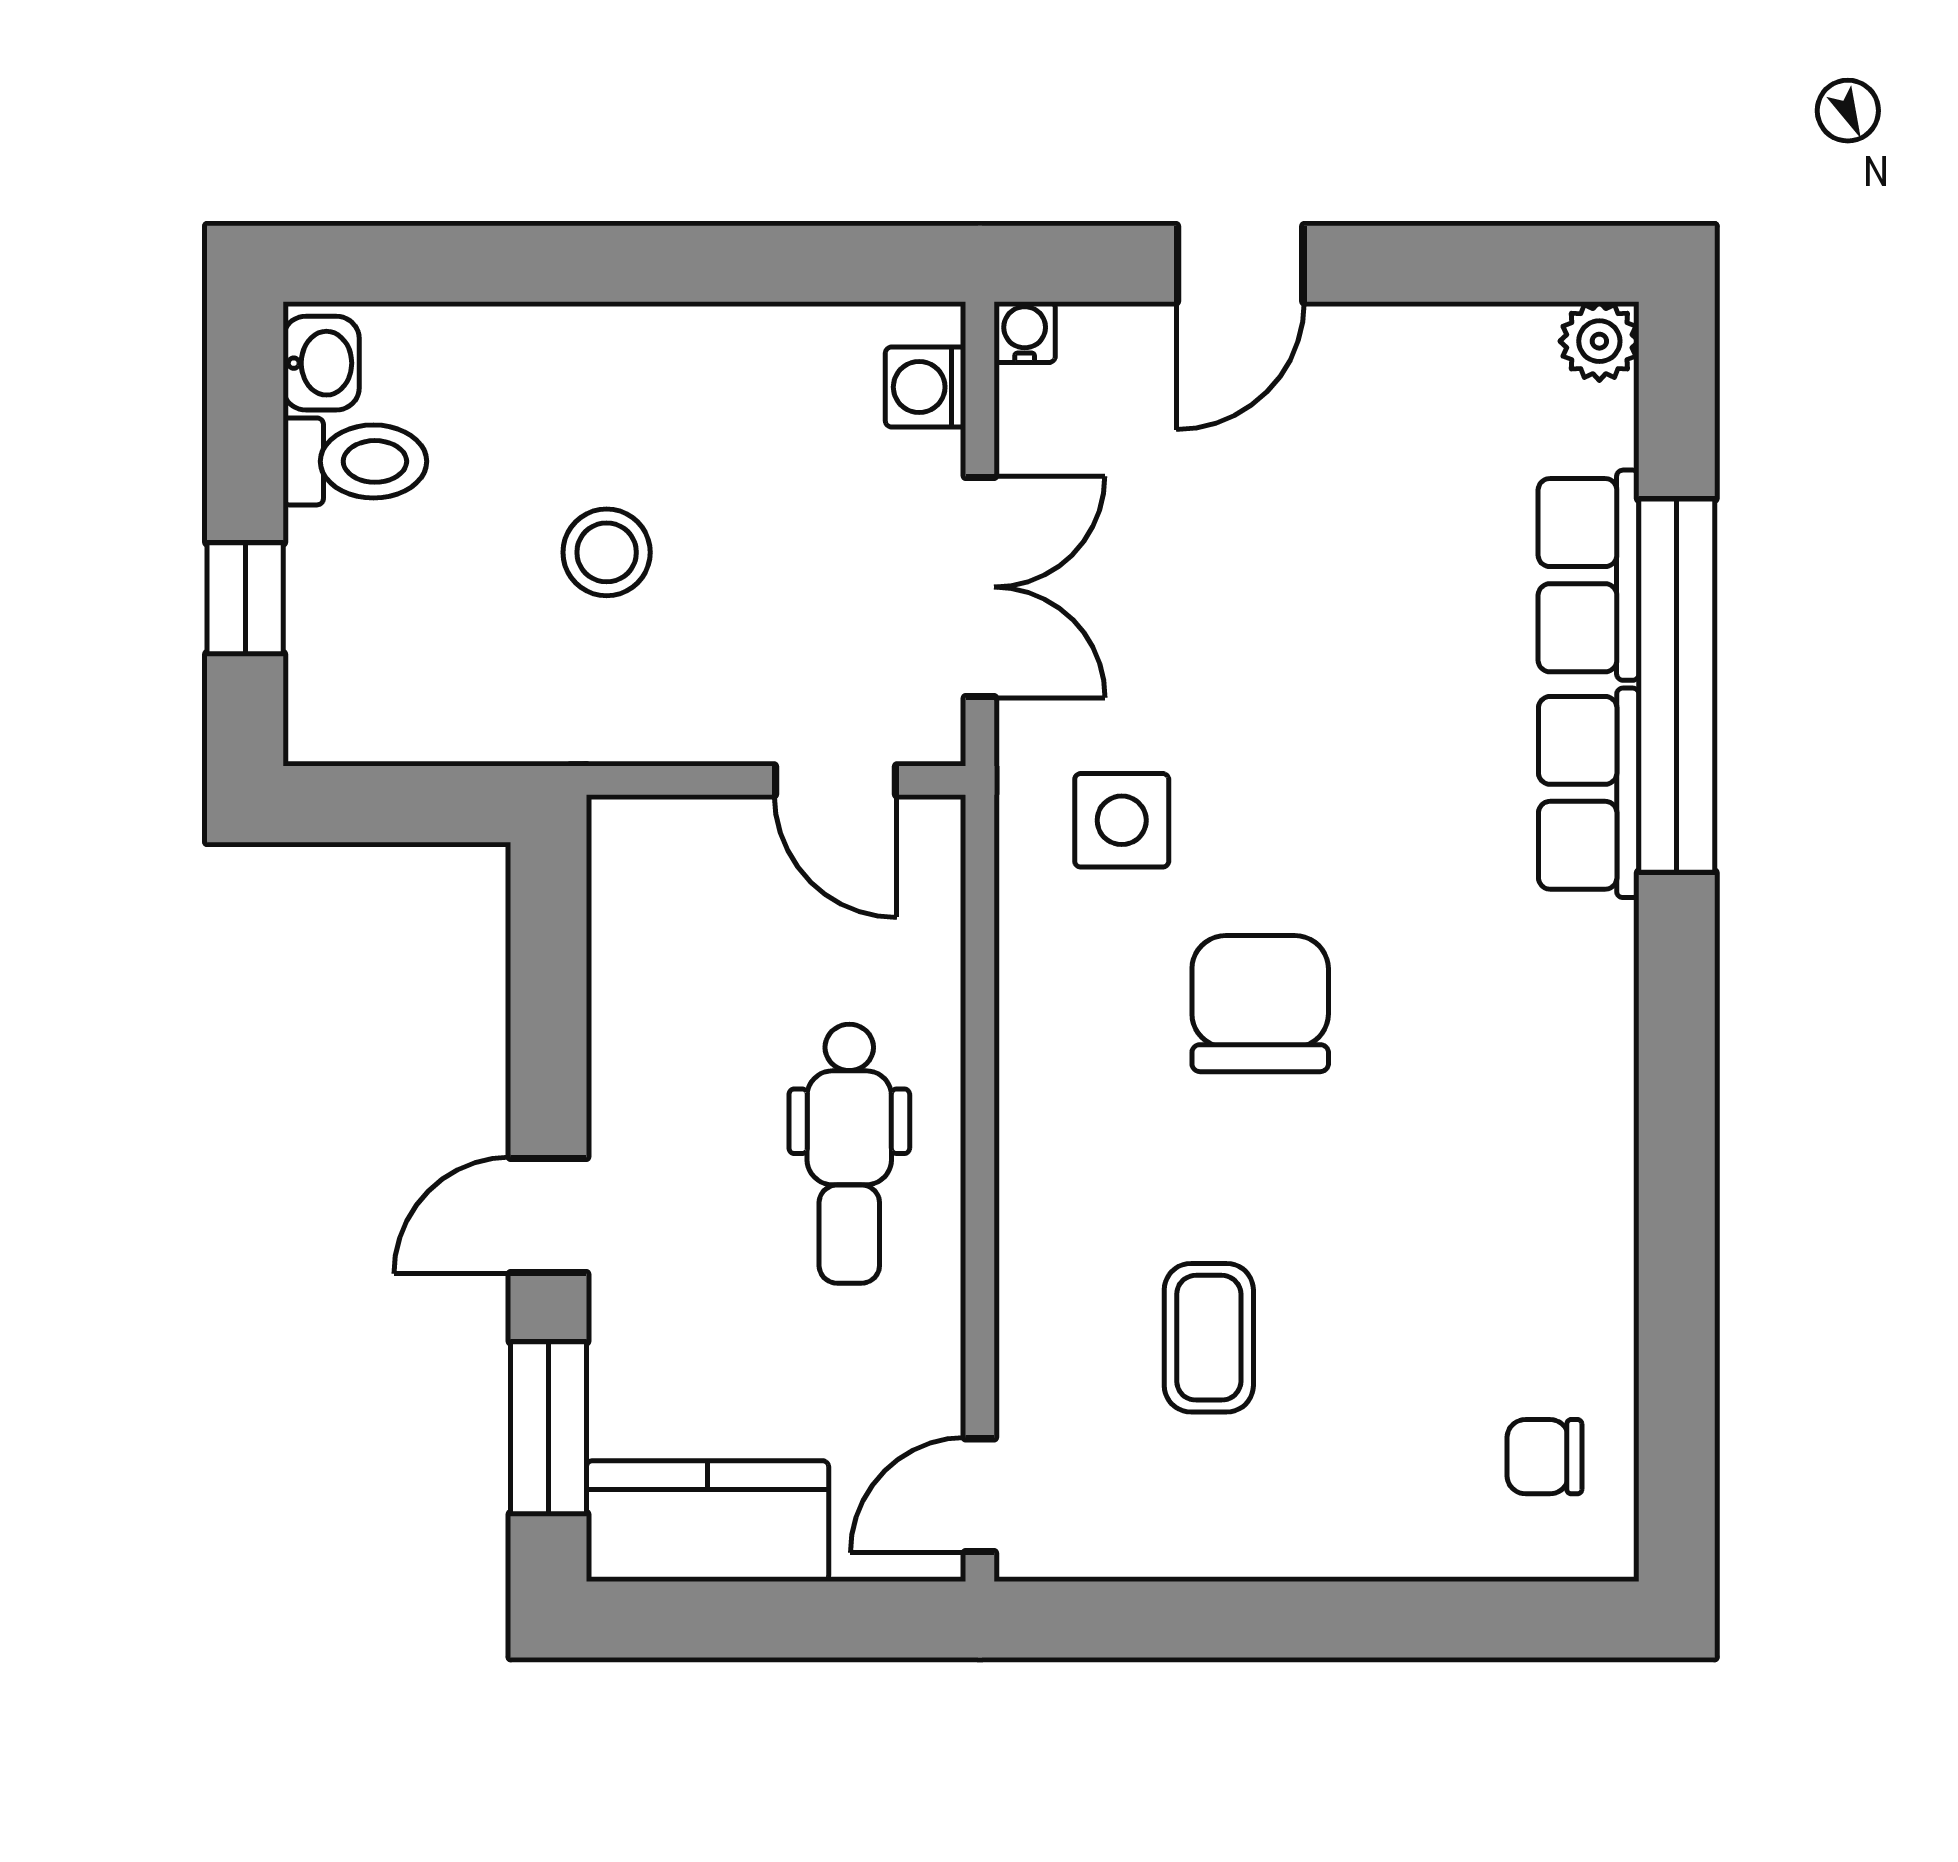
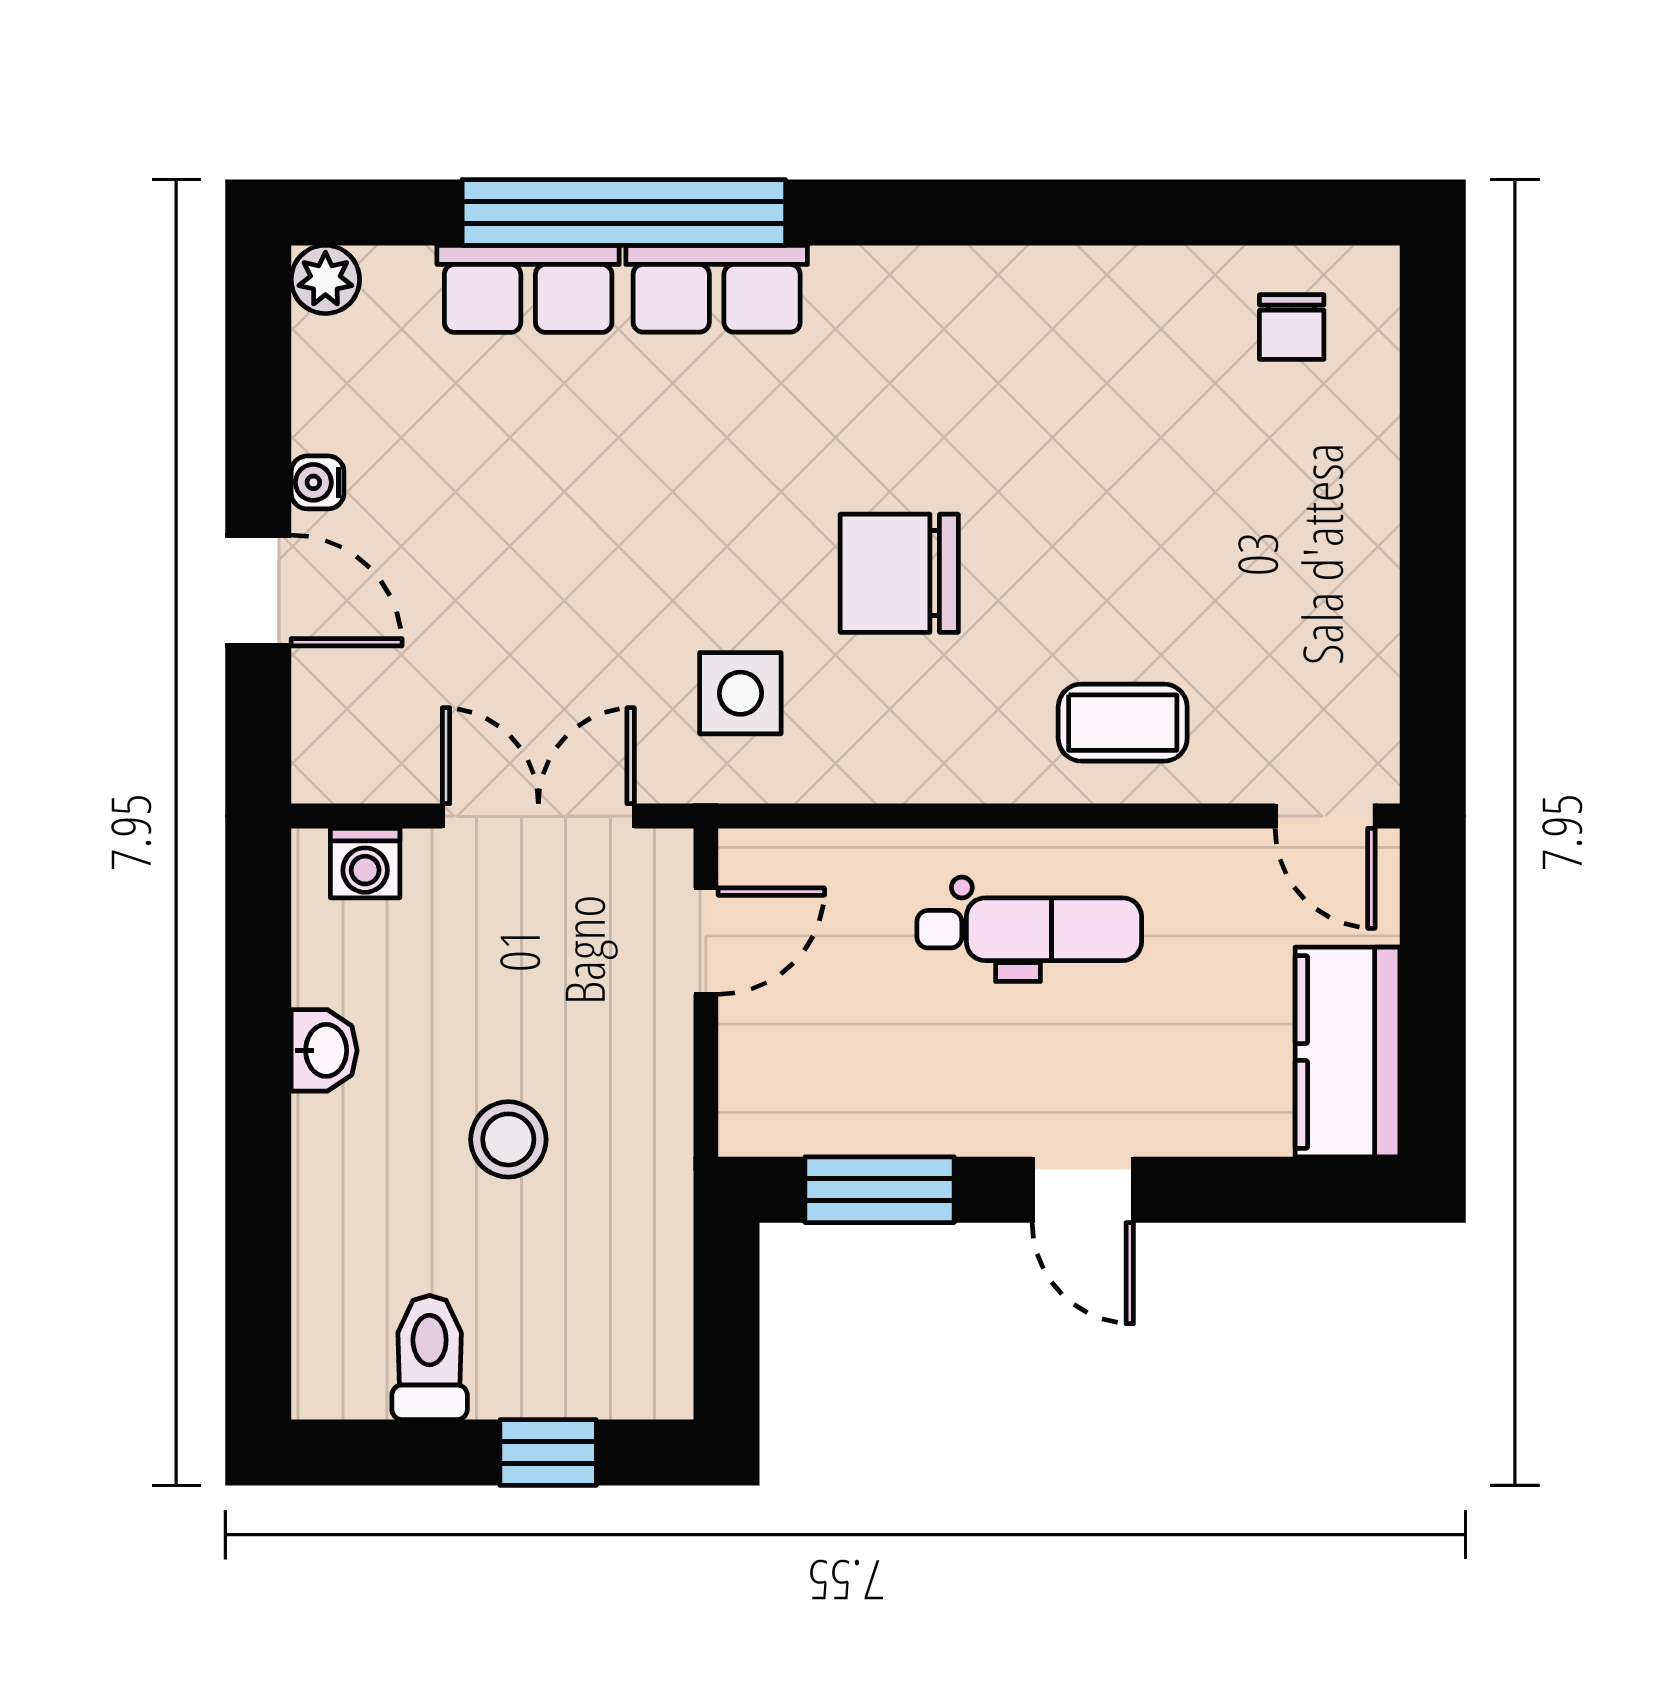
water cooler: (1025, 332) -> (318, 482), moved
washbasin: (321, 363) -> (324, 1050), moved, turned 90
coffee table: (1209, 1338) -> (1123, 723), moved
window: (549, 1428) -> (880, 1190), moved

